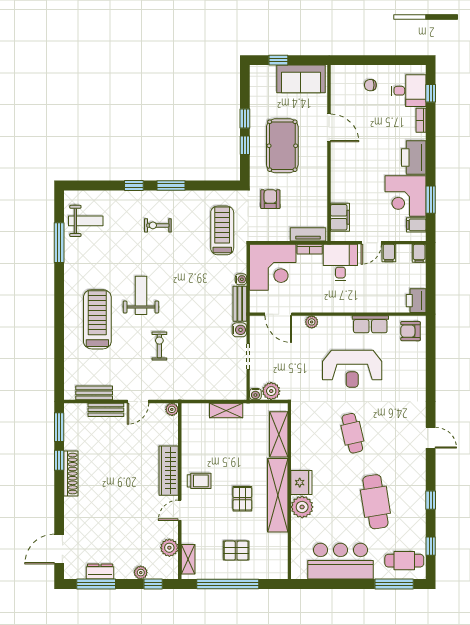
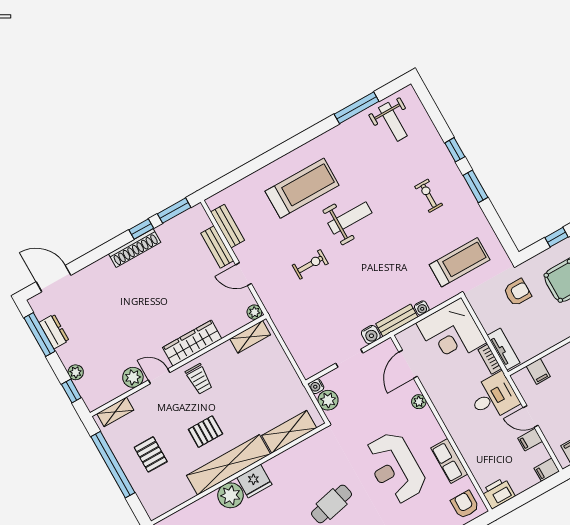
filing cabinet: (340, 217) -> (538, 371), width x0.50
shelving: (226, 410) -> (250, 337), moved, turned 90
plant: (169, 548) -> (133, 377), moved

